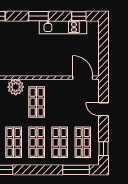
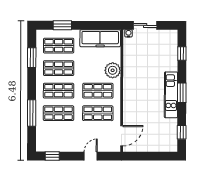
kitchen unit: (63, 27) -> (171, 95), moved
shop shelf: (83, 142) -> (98, 113), moved
window: (76, 170) -> (32, 113), moved

